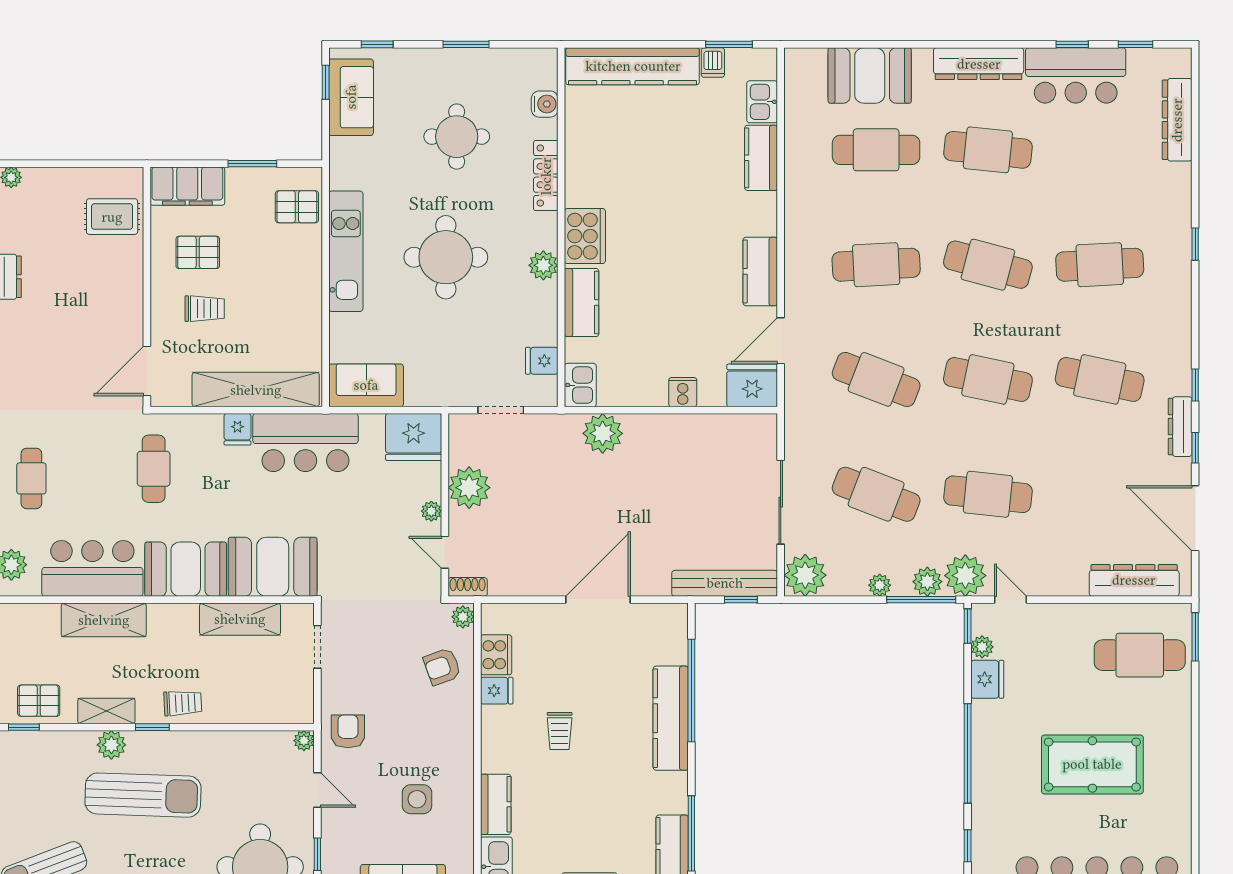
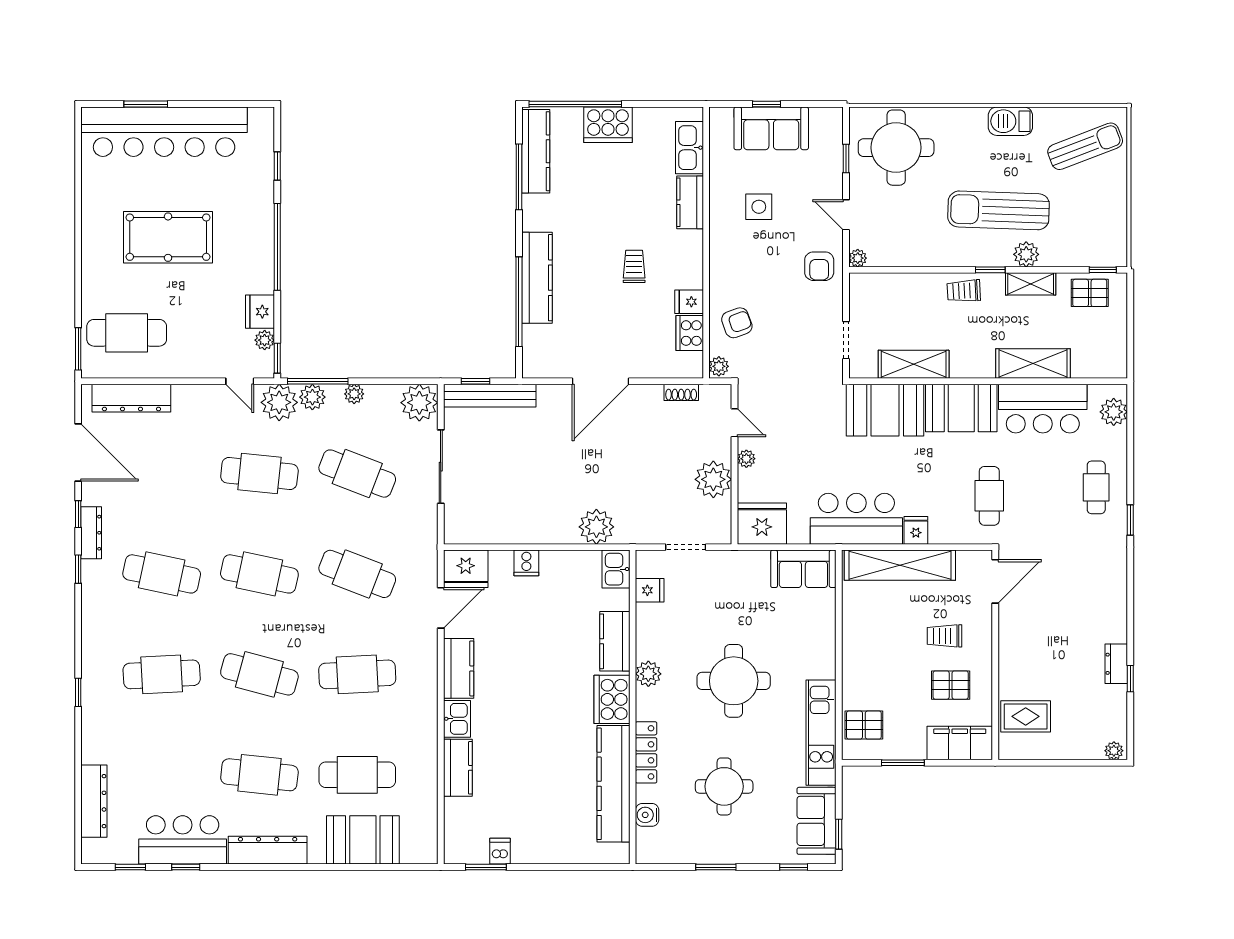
kitchen counter: (633, 66) -> (613, 784), moved, turned -90
kitchen sink: (762, 102) -> (457, 719), moved
kitchen unit: (346, 251) -> (821, 733), moved
shoe rack: (468, 587) -> (681, 392), moved

